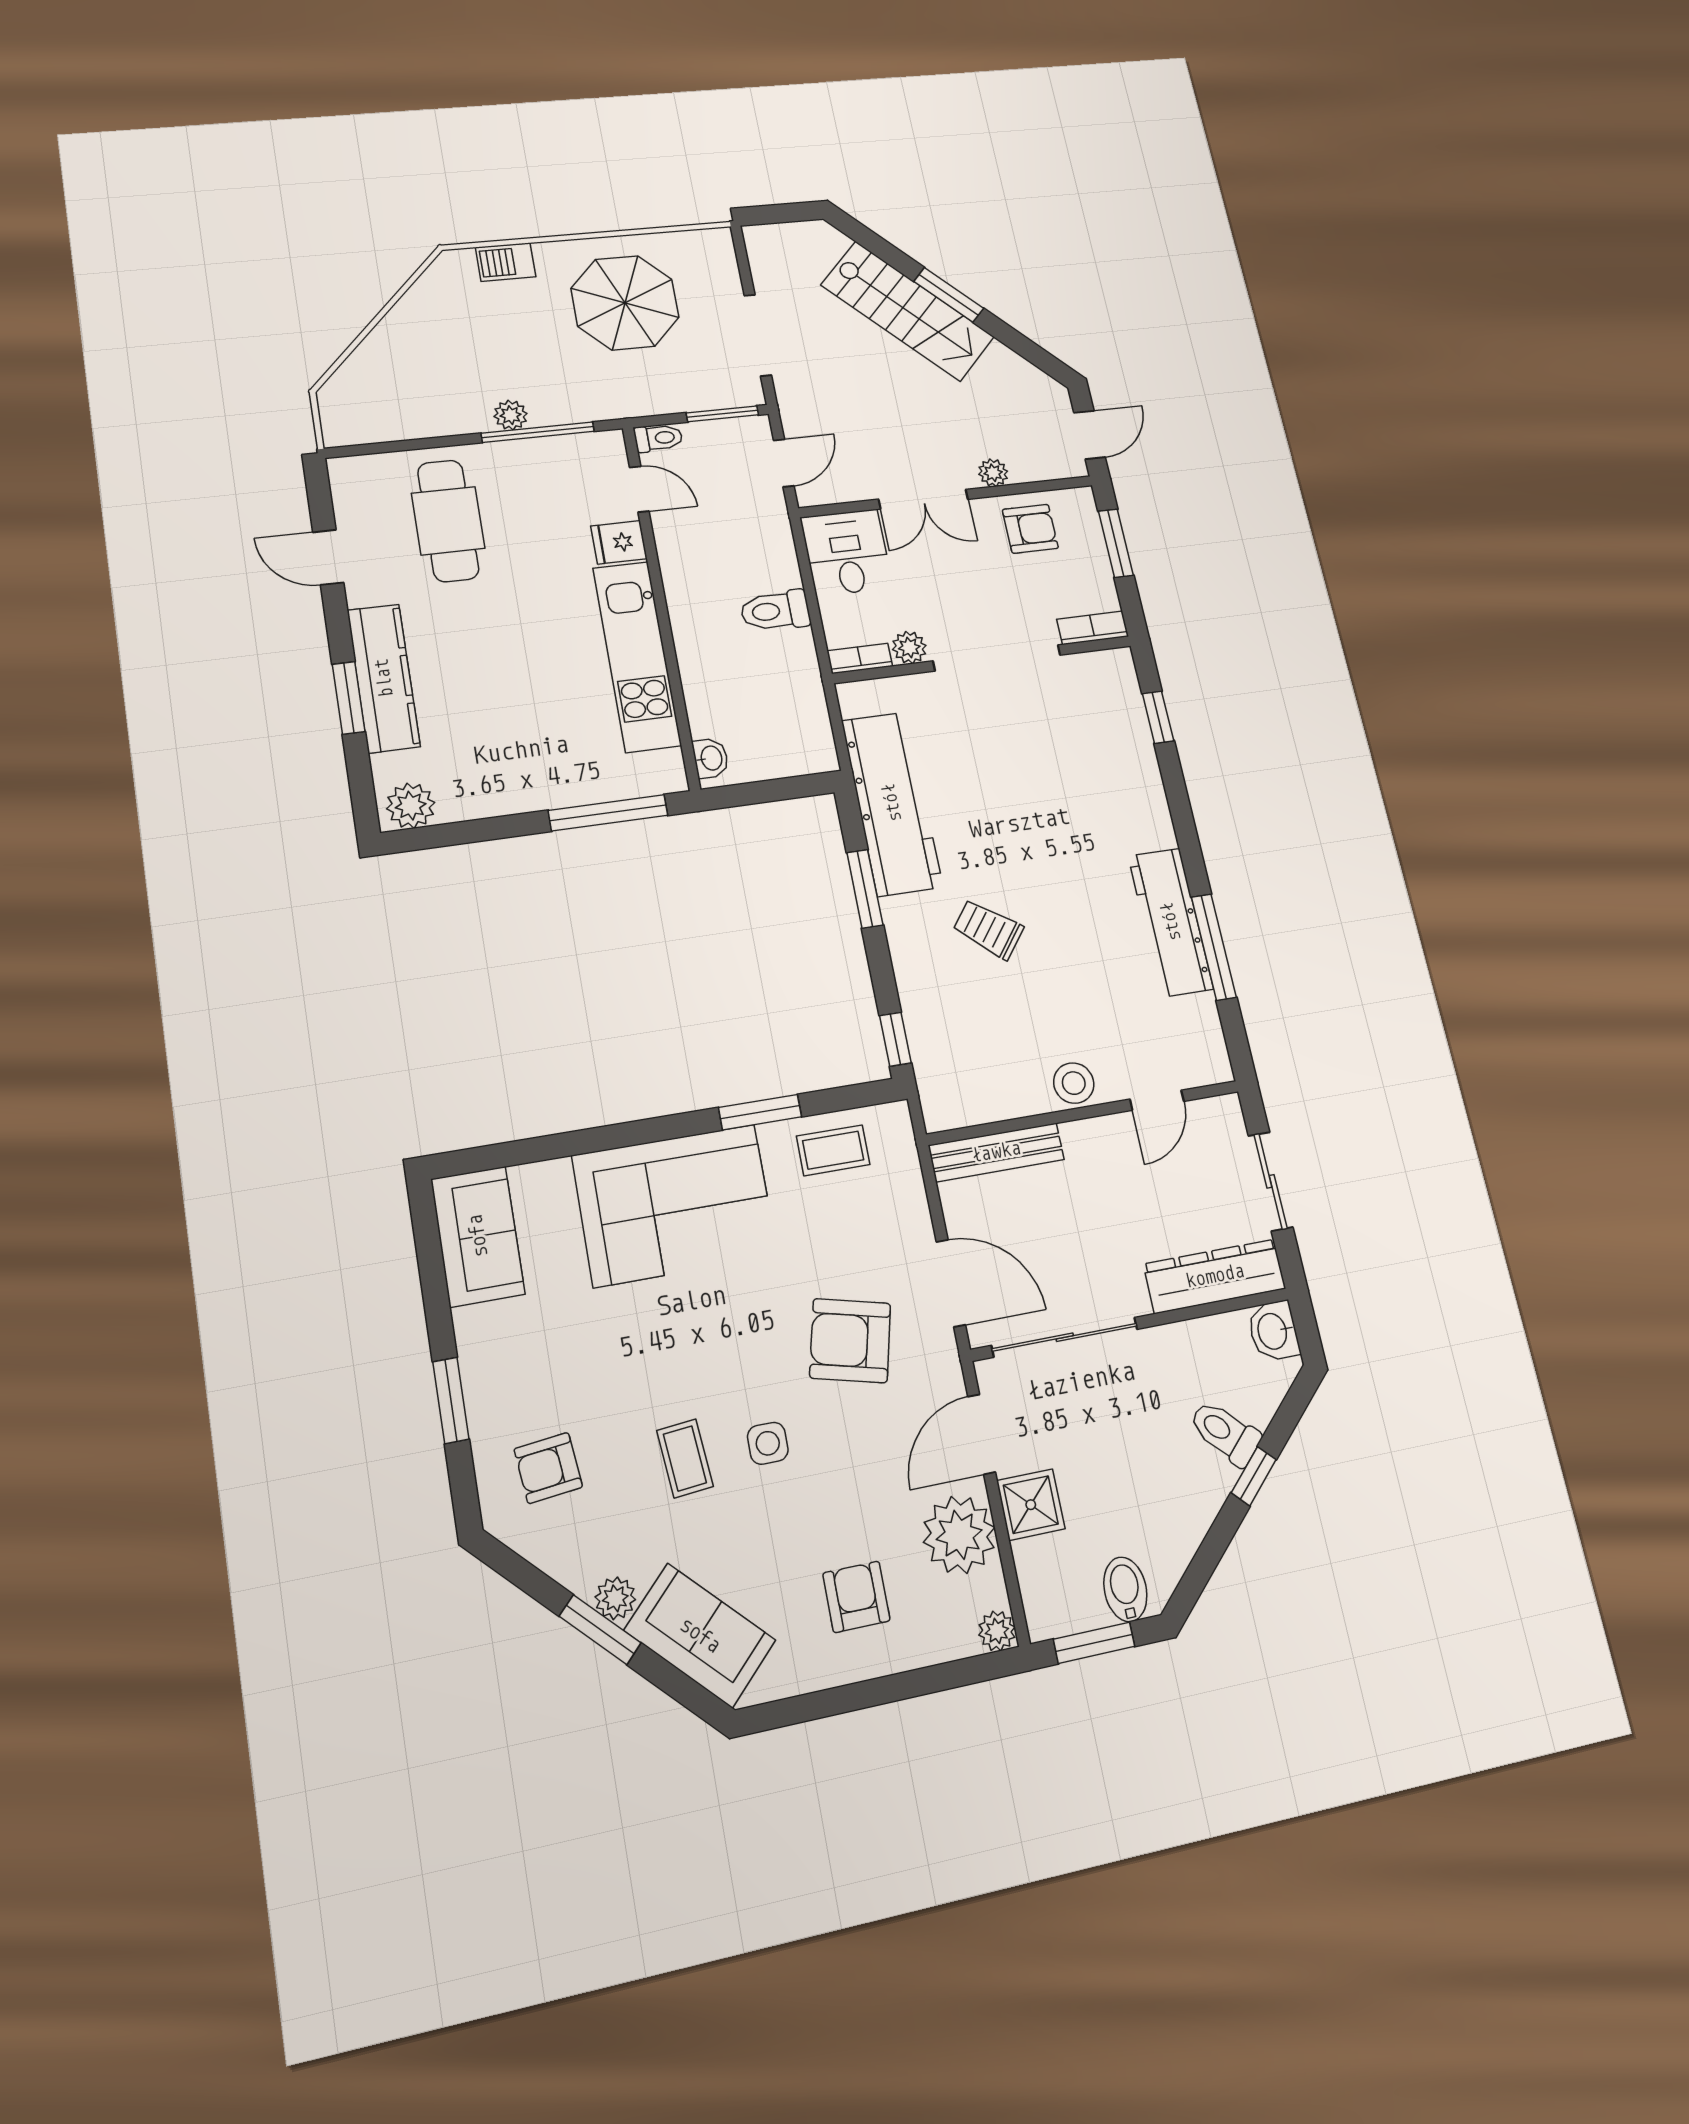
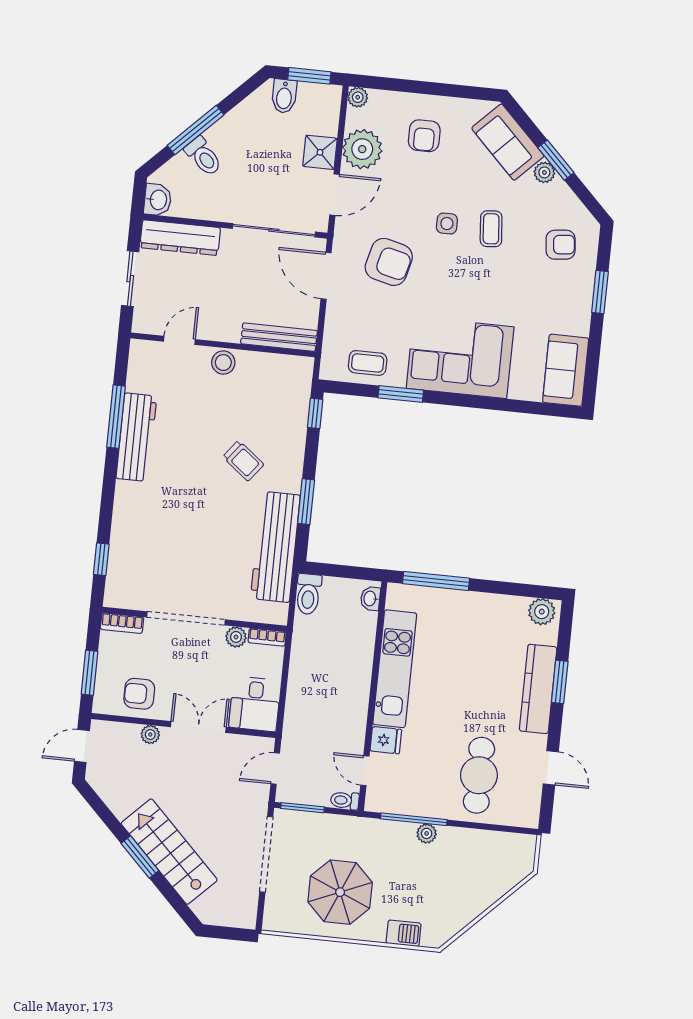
doorway: (758, 335) -> (266, 854), width x1.36
toilet: (775, 611) -> (308, 594), moved, turned 90
window: (1254, 1476) -> (196, 130), width x2.17

